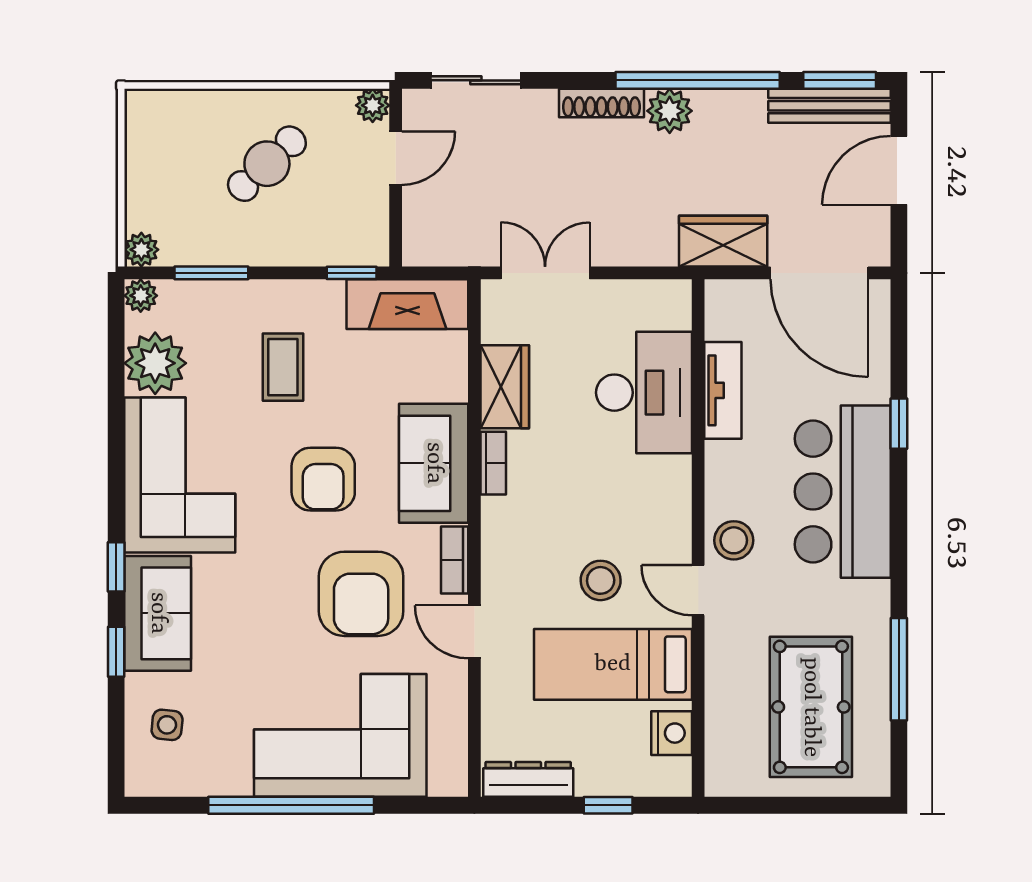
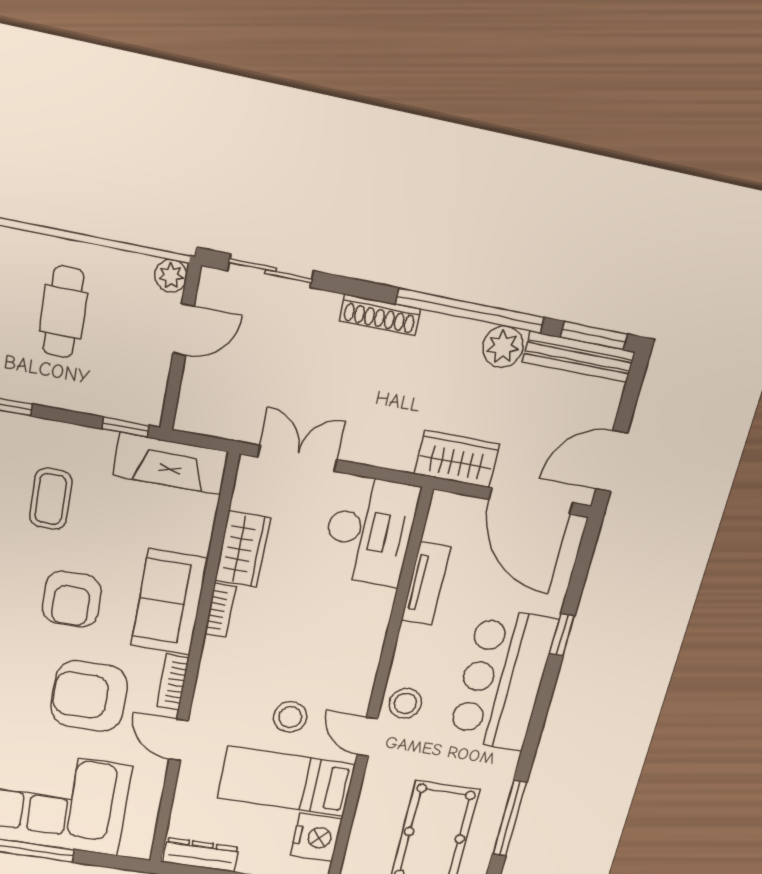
plant: (670, 111) -> (503, 347), moved
cafe table: (267, 164) -> (63, 312), turned -47
door: (899, 170) -> (612, 461), moved
desk: (644, 393) -> (370, 531), moved
armchair: (361, 594) -> (89, 696), turned 90
nightstand: (672, 733) -> (316, 837), width x1.36, depth x1.33

